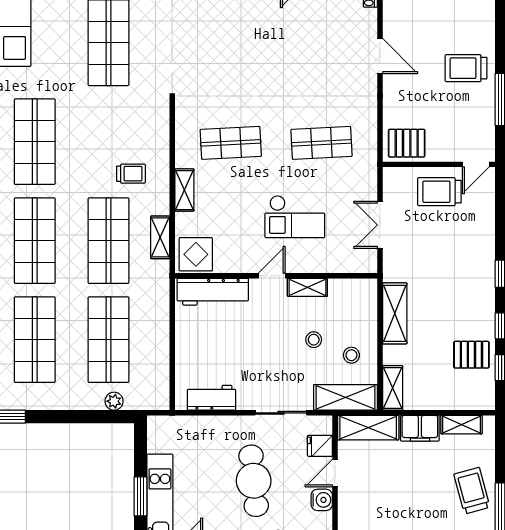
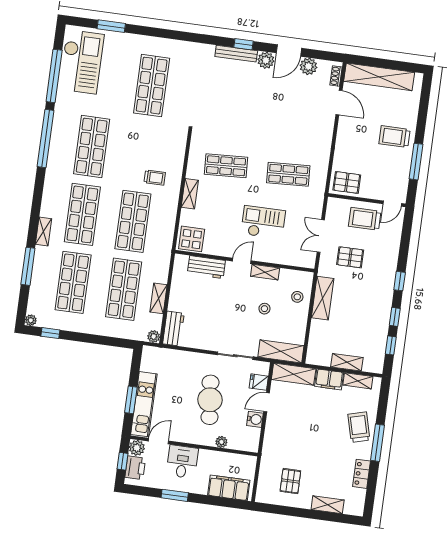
door: (380, 56) -> (339, 103), moved
checkout: (295, 217) -> (263, 222), turned 180
shelving: (160, 237) -> (159, 298), moved
workbench: (213, 292) -> (206, 267), width x0.73
stool: (351, 355) -> (297, 297), moved
pallet: (471, 355) -> (350, 257), moved
shelving: (393, 388) -> (347, 362), moved, turned 90
workbench: (212, 398) -> (173, 329), moved, turned 90
plant: (114, 401) -> (154, 336), moved

